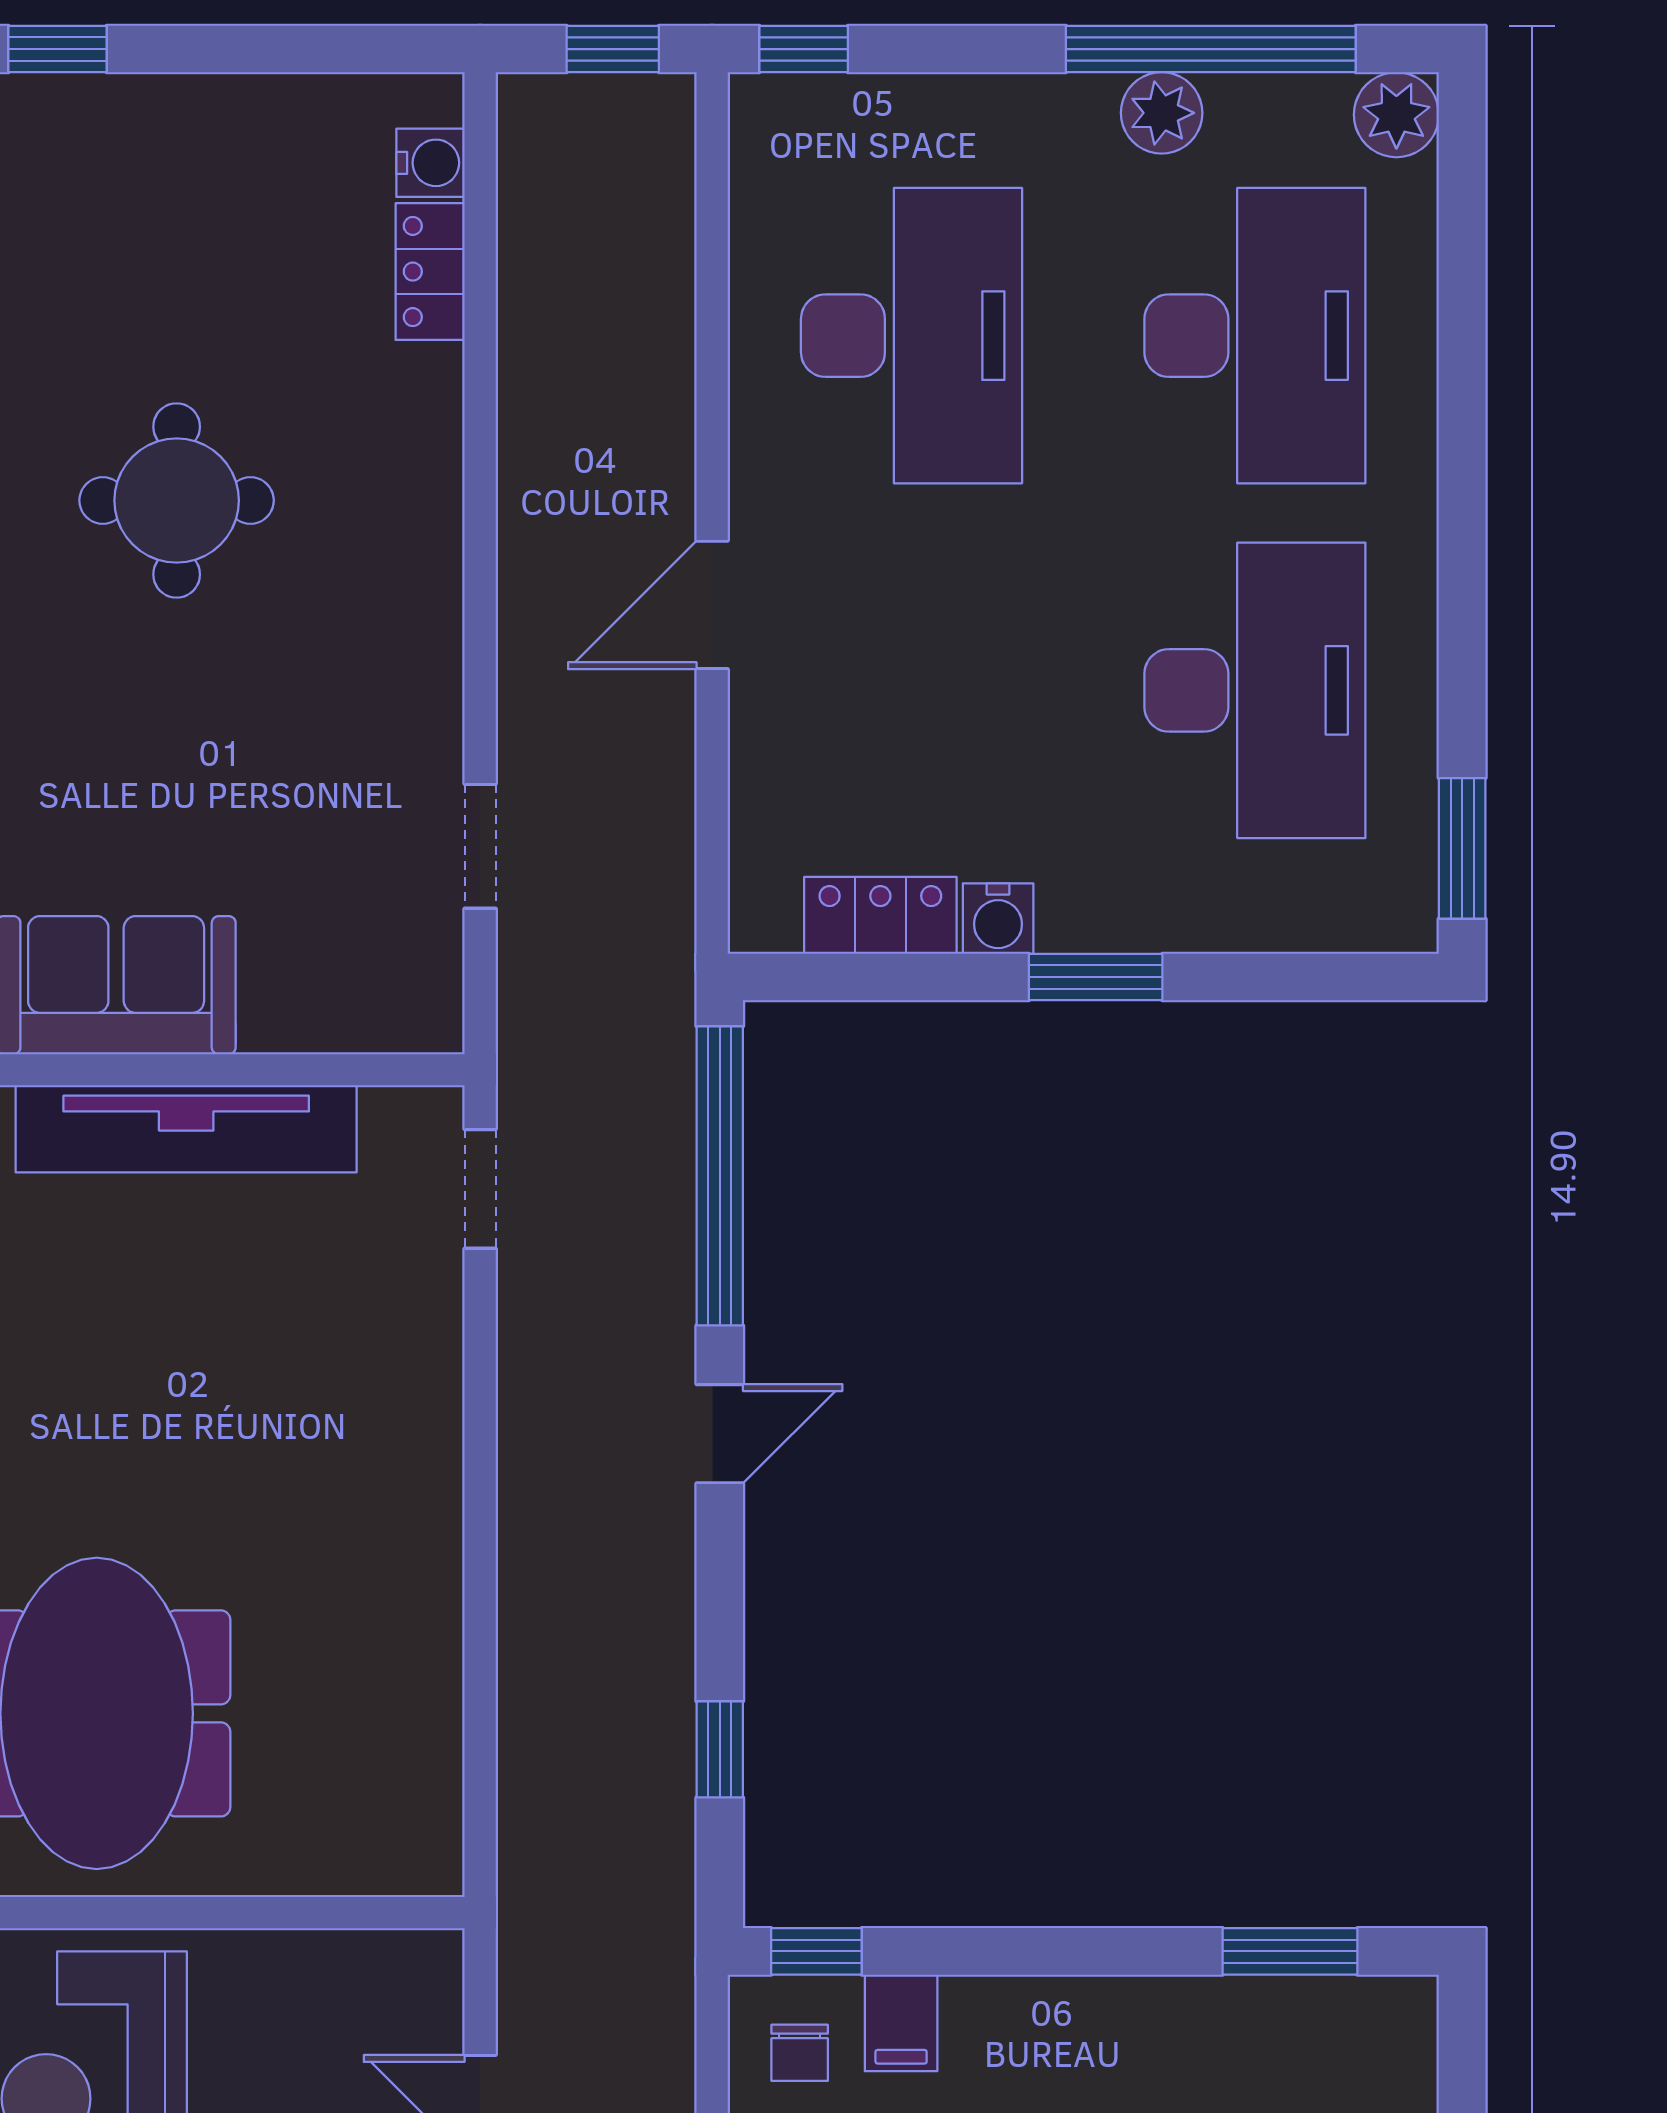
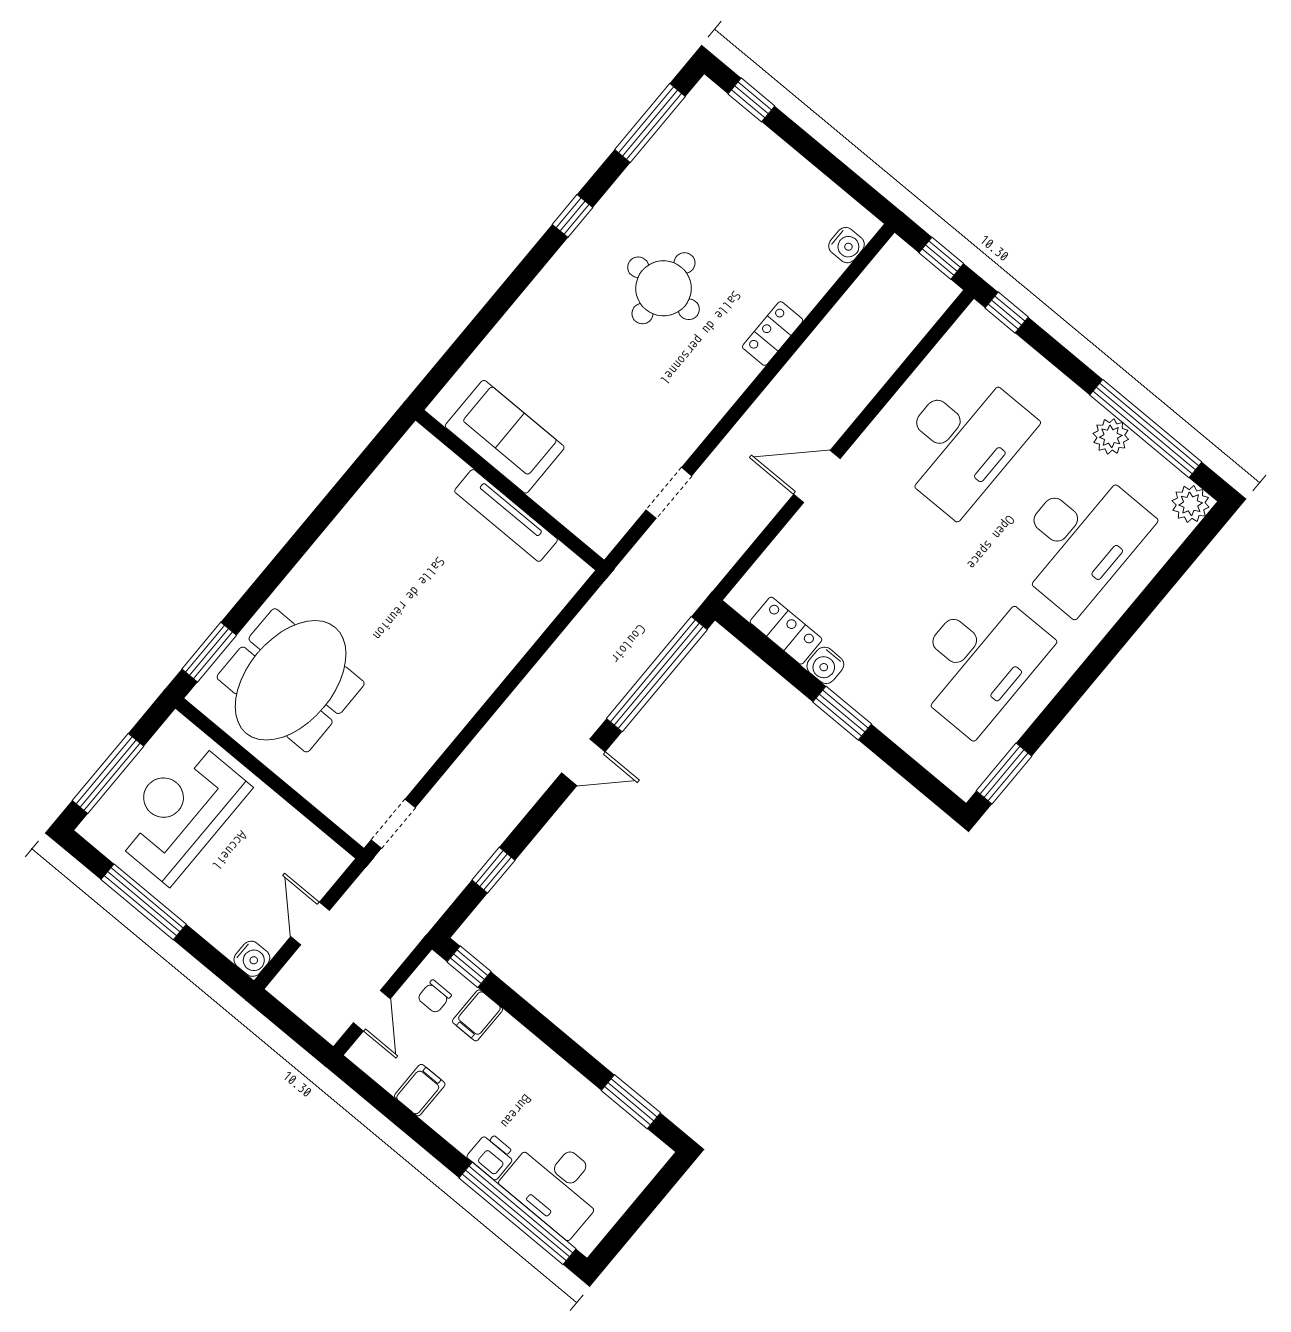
locker: (430, 272) -> (773, 334), moved
tv unit: (186, 1129) -> (506, 515), width x0.73, depth x0.78
doorway: (480, 1189) -> (393, 824), moved

